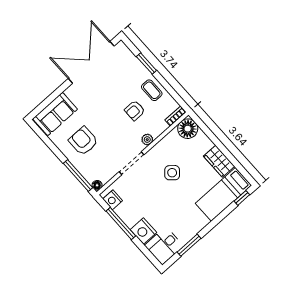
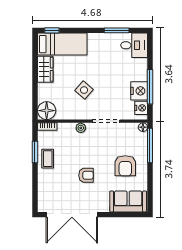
window: (146, 64) -> (35, 152), moved
armchair: (135, 110) -> (86, 175), moved
nightstand: (143, 231) -> (139, 91), moved

